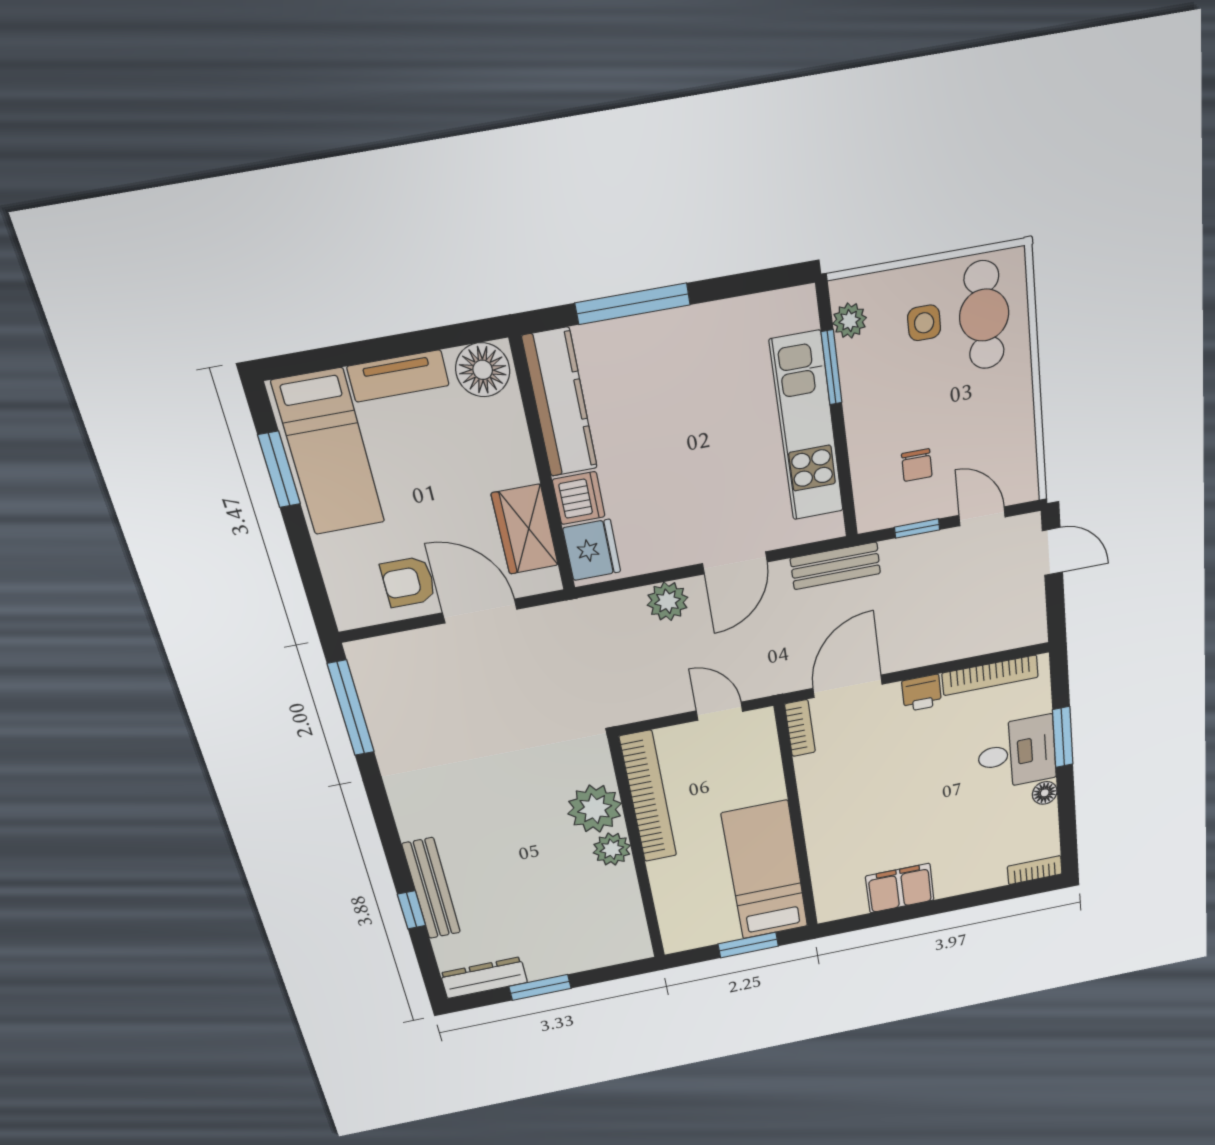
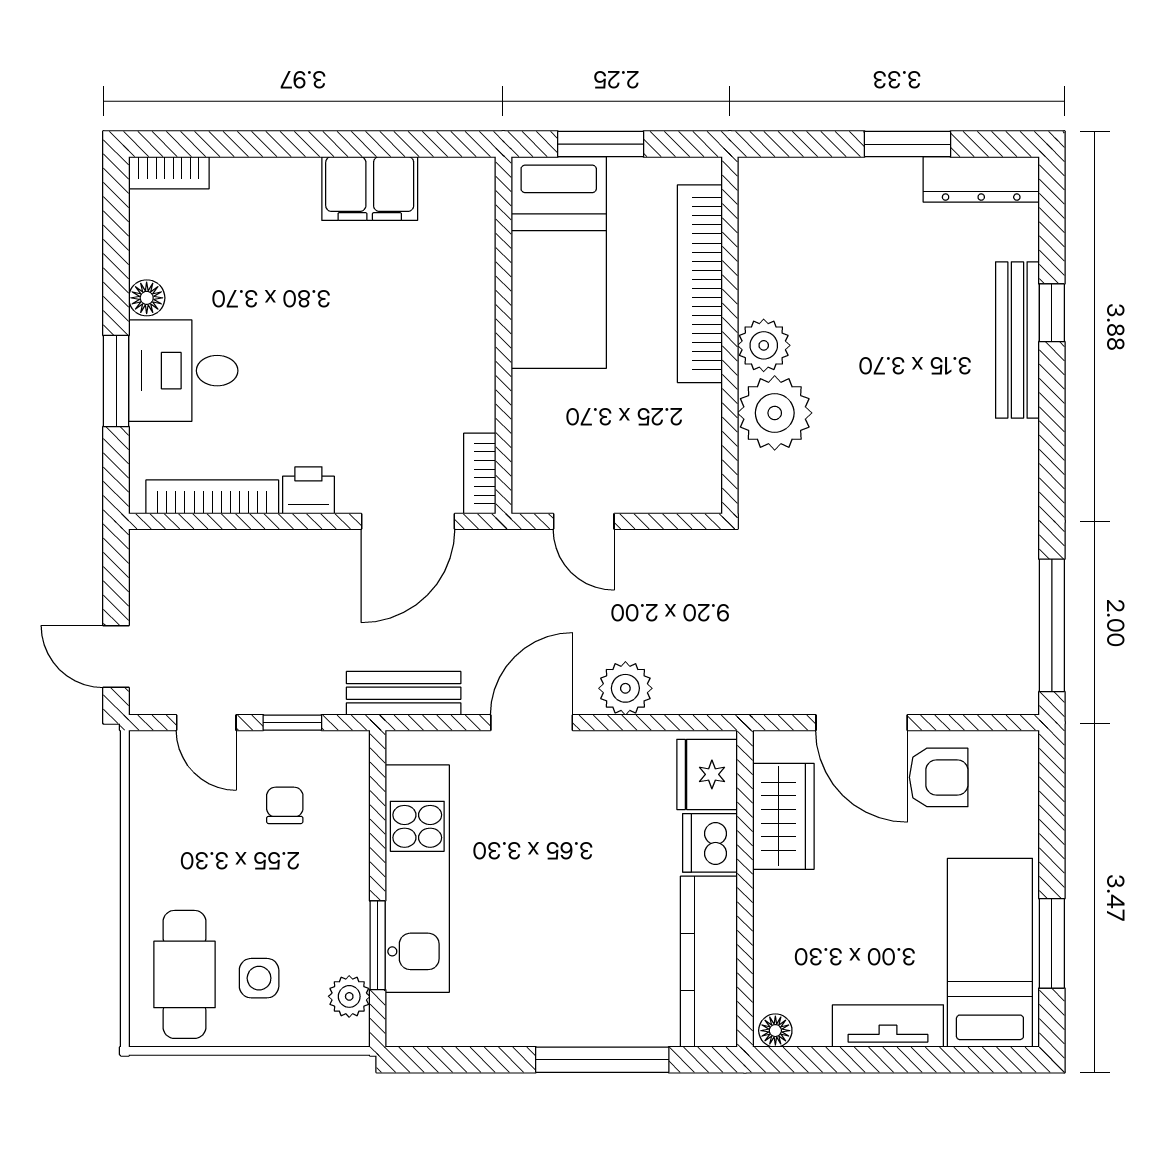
floor lamp: (483, 370) -> (775, 1031), width x0.53, depth x0.53
bookcase: (648, 797) -> (700, 284), moved

